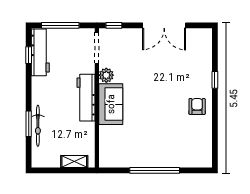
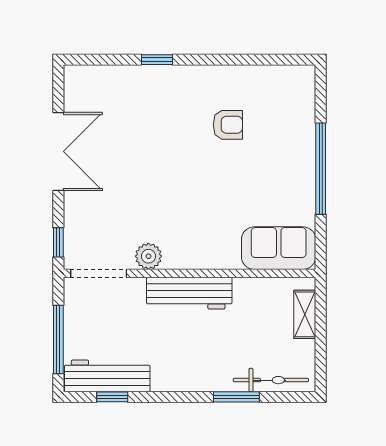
sofa: (111, 104) -> (279, 248), moved
armchair: (197, 106) -> (228, 125), moved, turned 180
bicycle: (38, 126) -> (271, 380), moved

